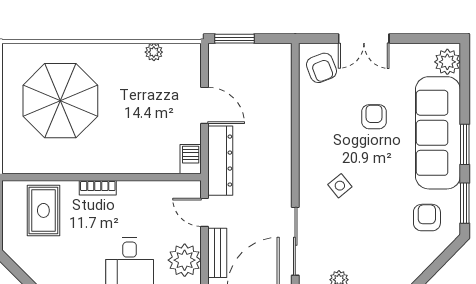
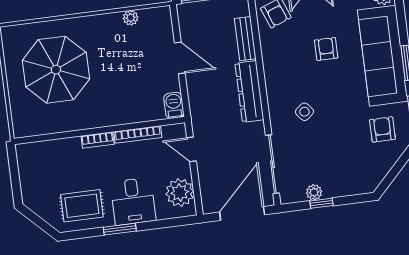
dresser: (220, 161) -> (249, 91), moved, turned 180
bookcase: (145, 187) -> (138, 135), added
rug: (43, 210) -> (82, 206), moved, turned 90
bench: (217, 253) -> (245, 39), moved

